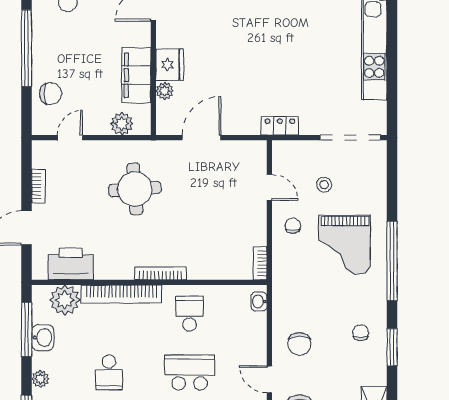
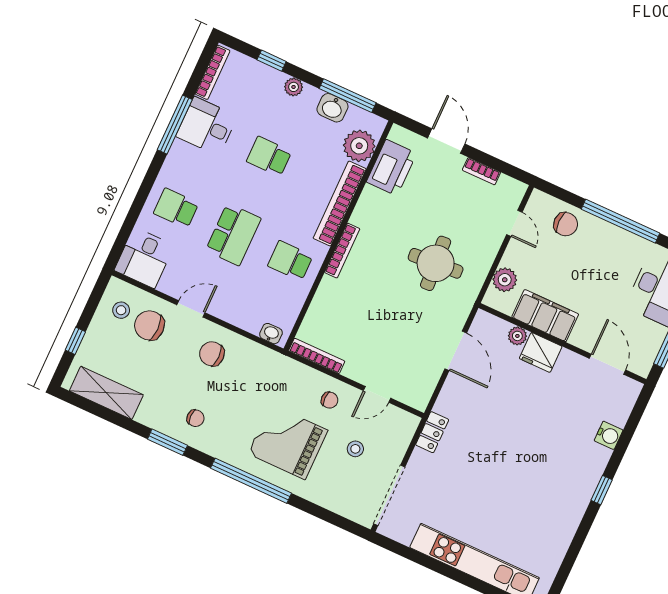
chair: (51, 94) -> (566, 224), turned -90
bookcase: (260, 263) -> (317, 356), width x1.56
school desk: (190, 314) -> (290, 261), turned 180

